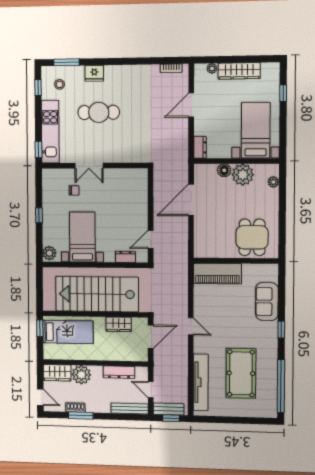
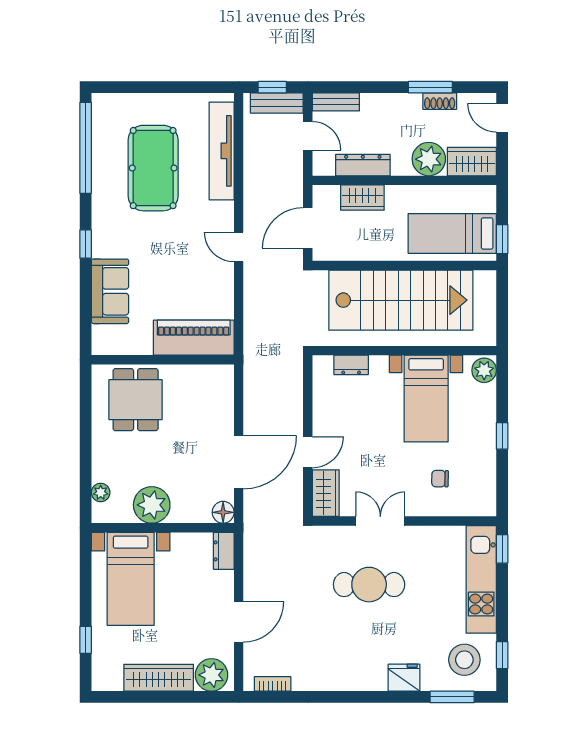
plant: (212, 68) -> (211, 675), width x1.88, depth x1.88
stool: (60, 84) -> (464, 660), width x1.89, depth x1.89
cafe table: (99, 112) -> (369, 585), moved
double door: (89, 166) -> (380, 521), moved
floor lamp: (224, 170) -> (223, 512), moved
wardrobe: (140, 182) -> (326, 493), added
door: (151, 240) -> (308, 452), moved
wardrobe: (119, 324) -> (362, 198), moved, turned 180
bench: (130, 409) -> (336, 102), width x0.73

